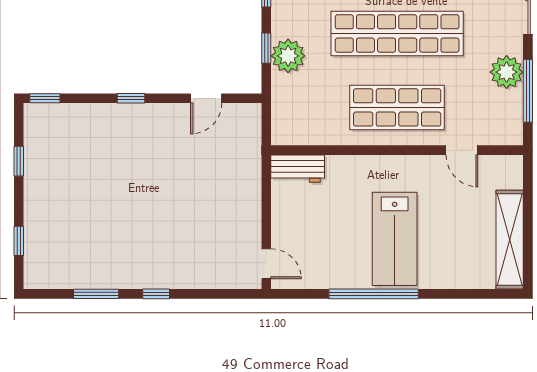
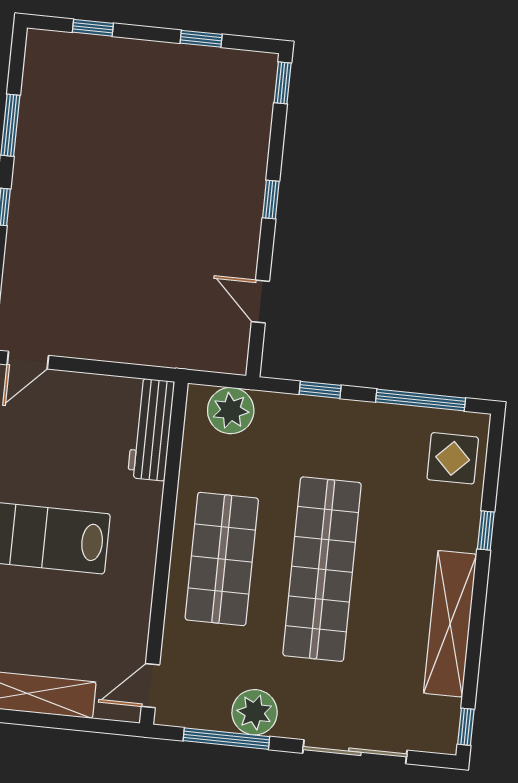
plant: (288, 56) -> (231, 411), moved
door: (462, 150) -> (150, 686), moved
workbench: (298, 169) -> (151, 429), width x1.38

